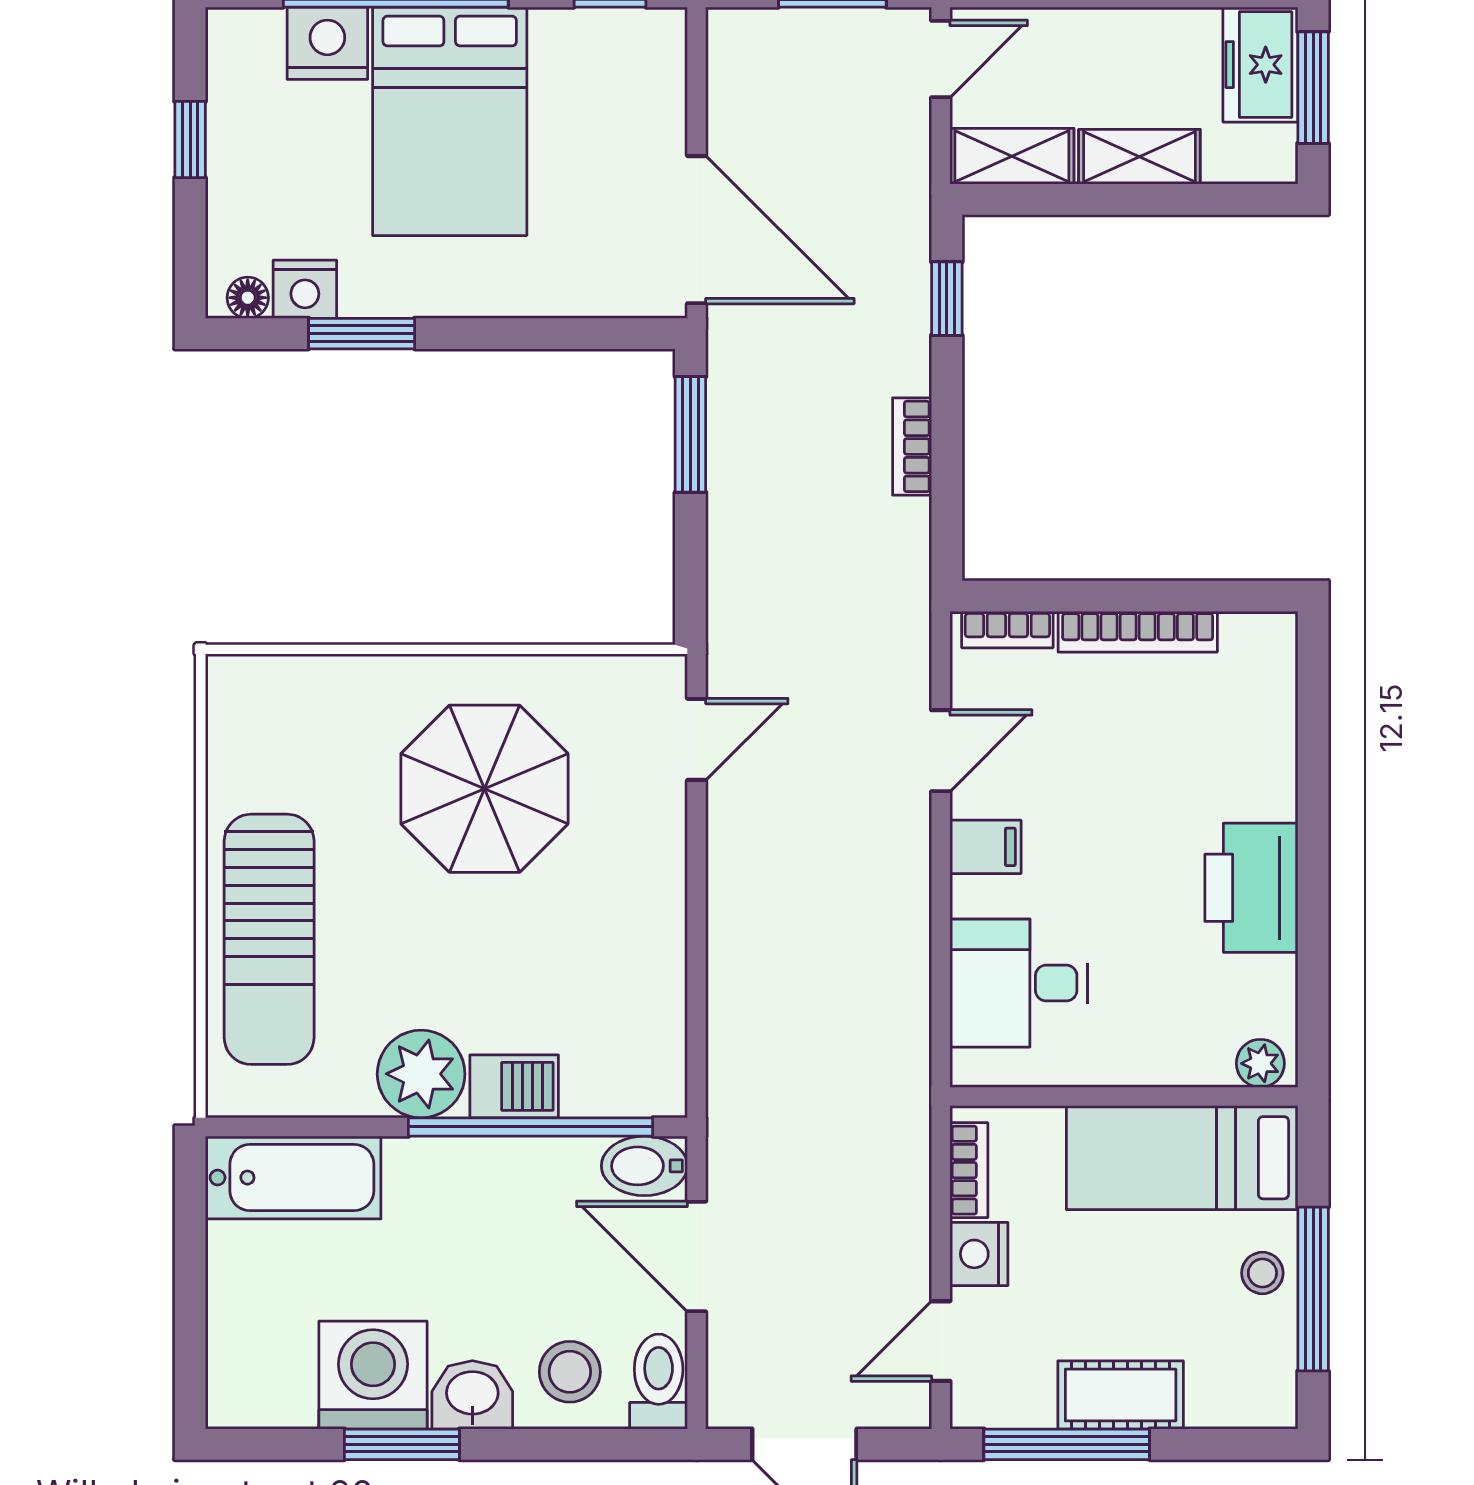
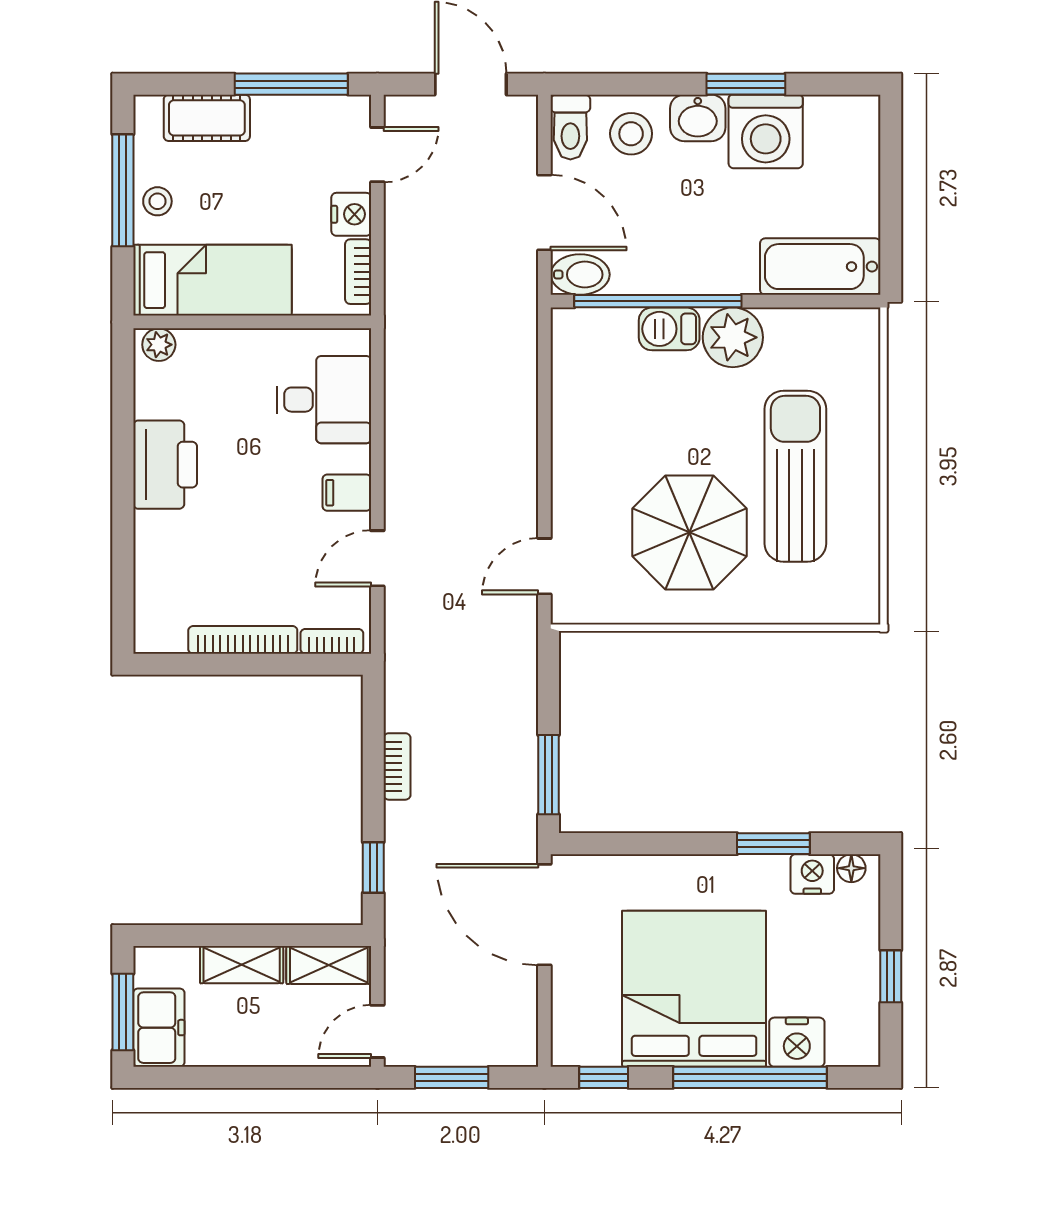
bed: (450, 121) -> (694, 989), width x1.36
sun lounger: (269, 939) -> (795, 476), moved
cot: (1121, 1395) -> (207, 118), moved

